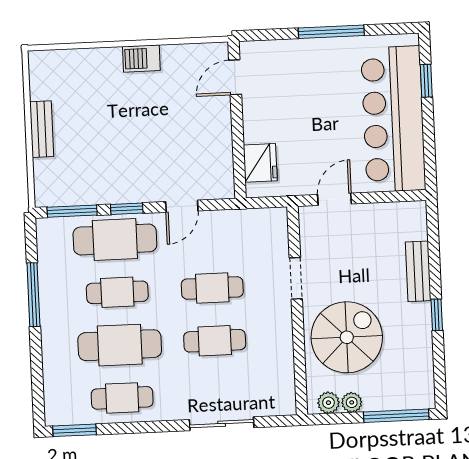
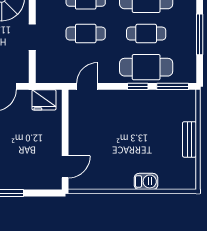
barbecue: (141, 58) -> (146, 181), moved
fridge: (260, 163) -> (44, 100), moved, turned -90
door: (182, 206) -> (87, 86), moved

